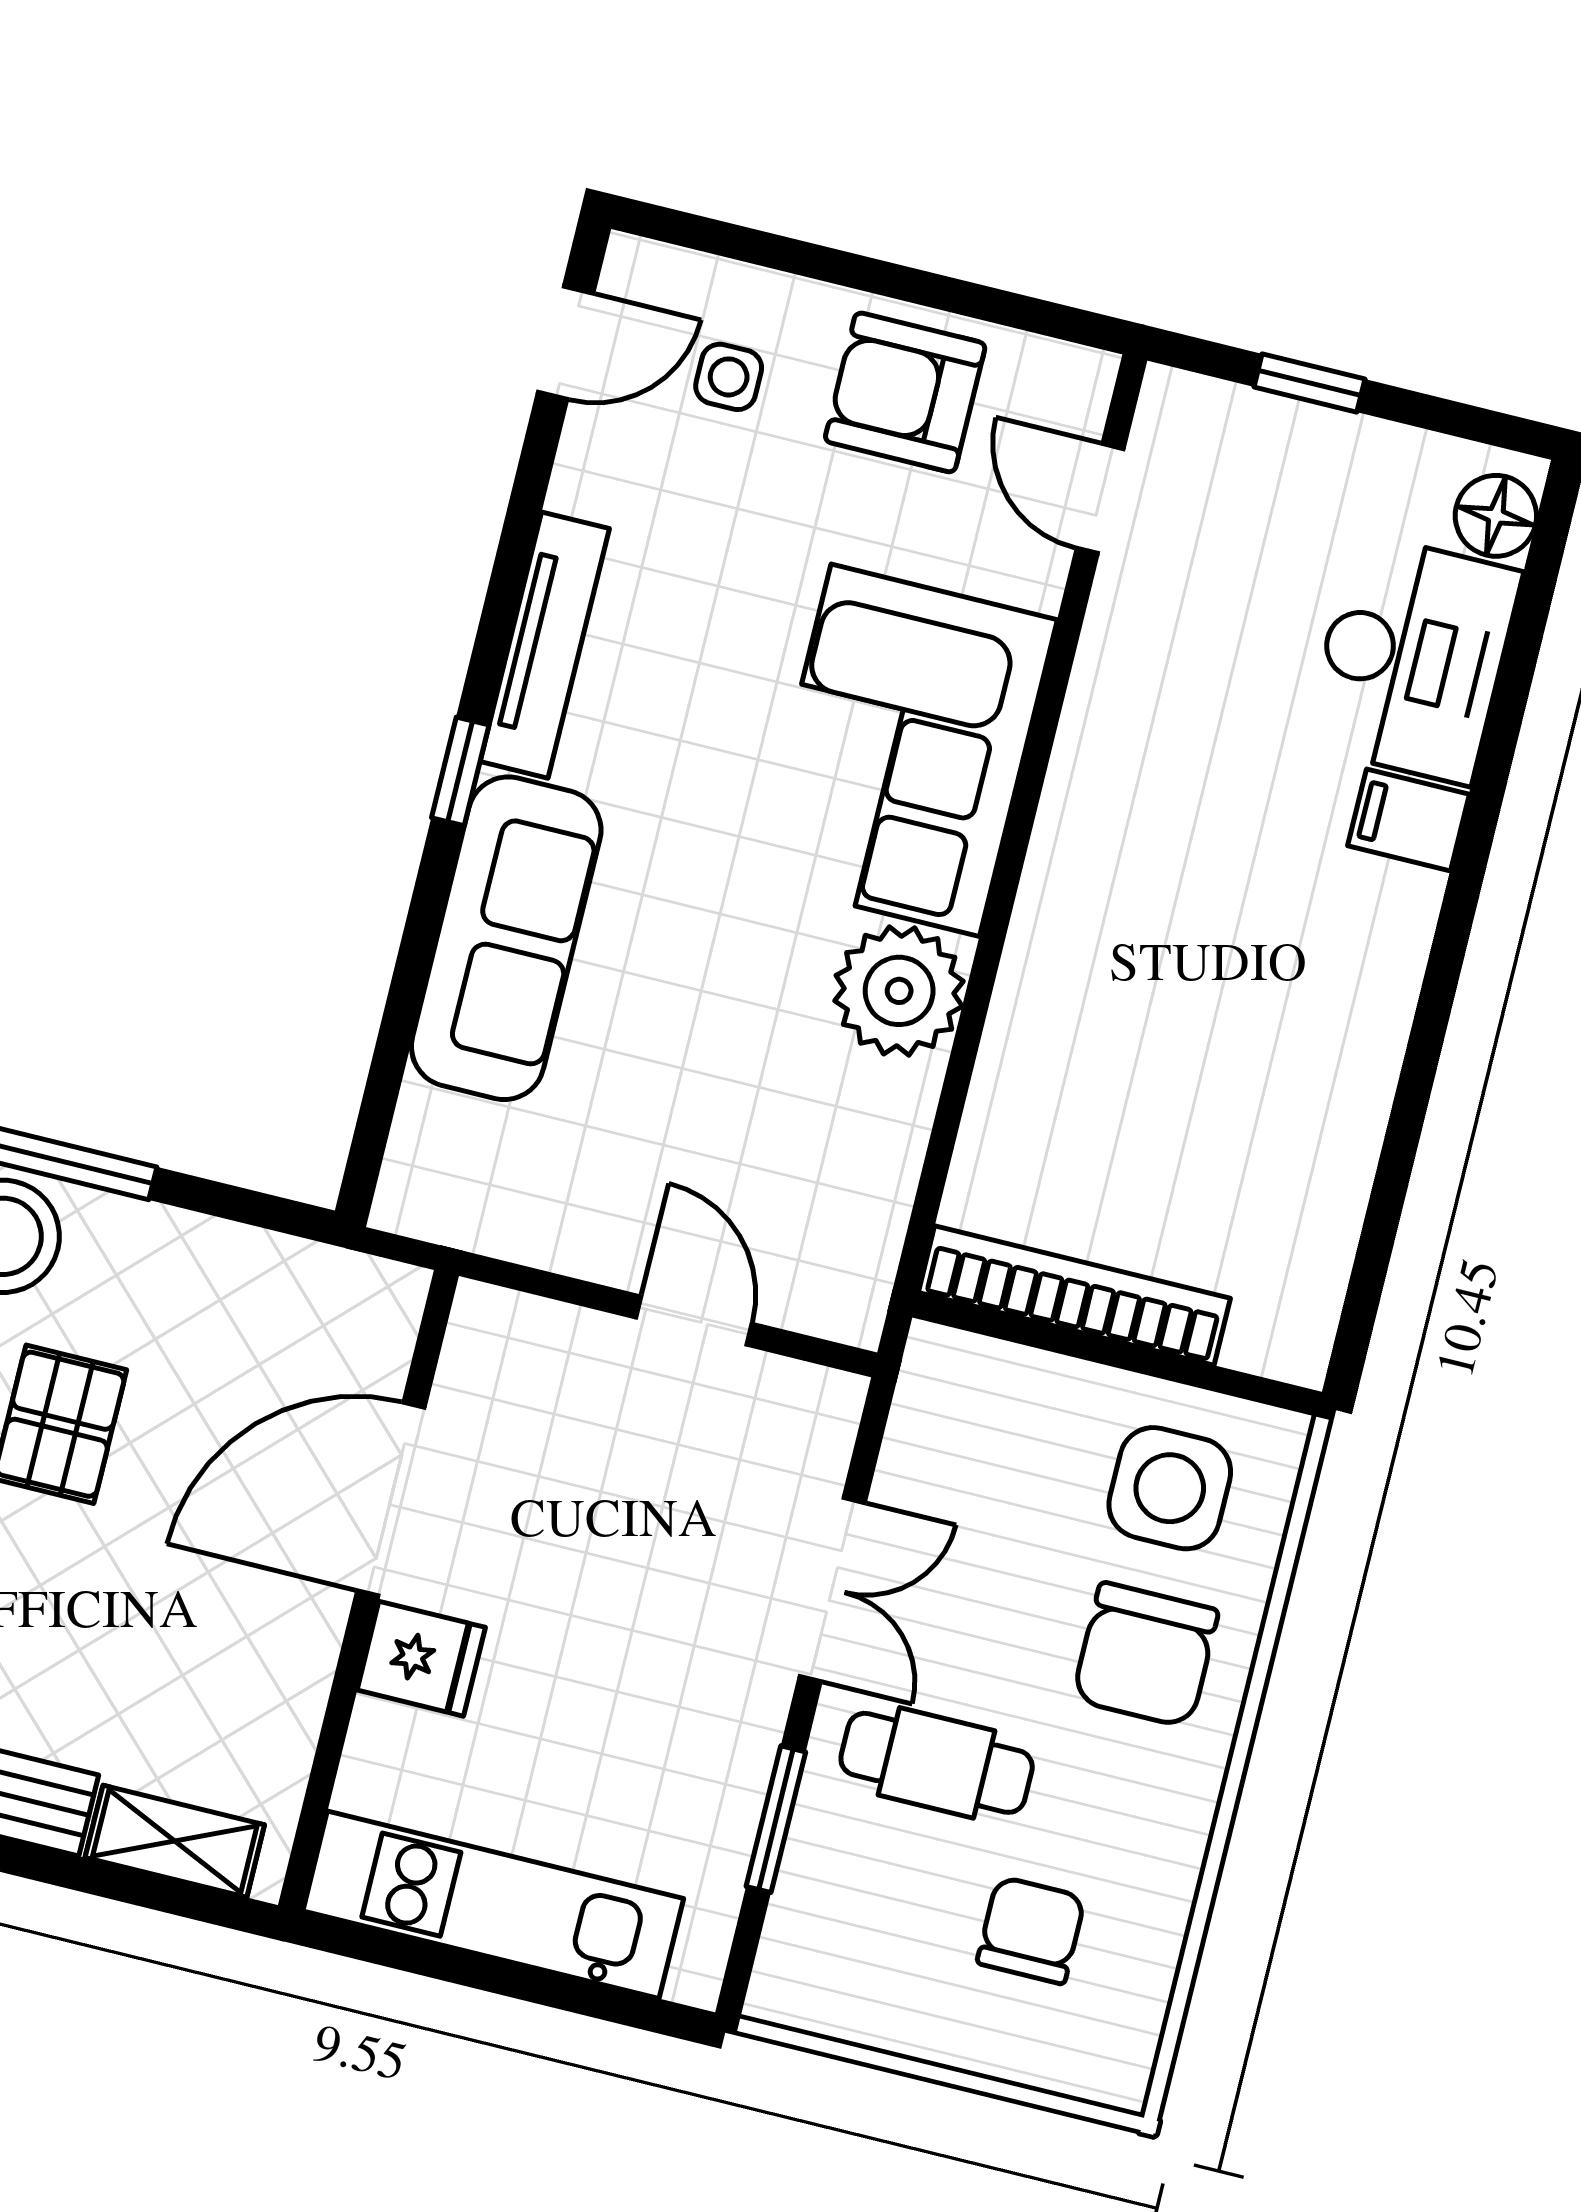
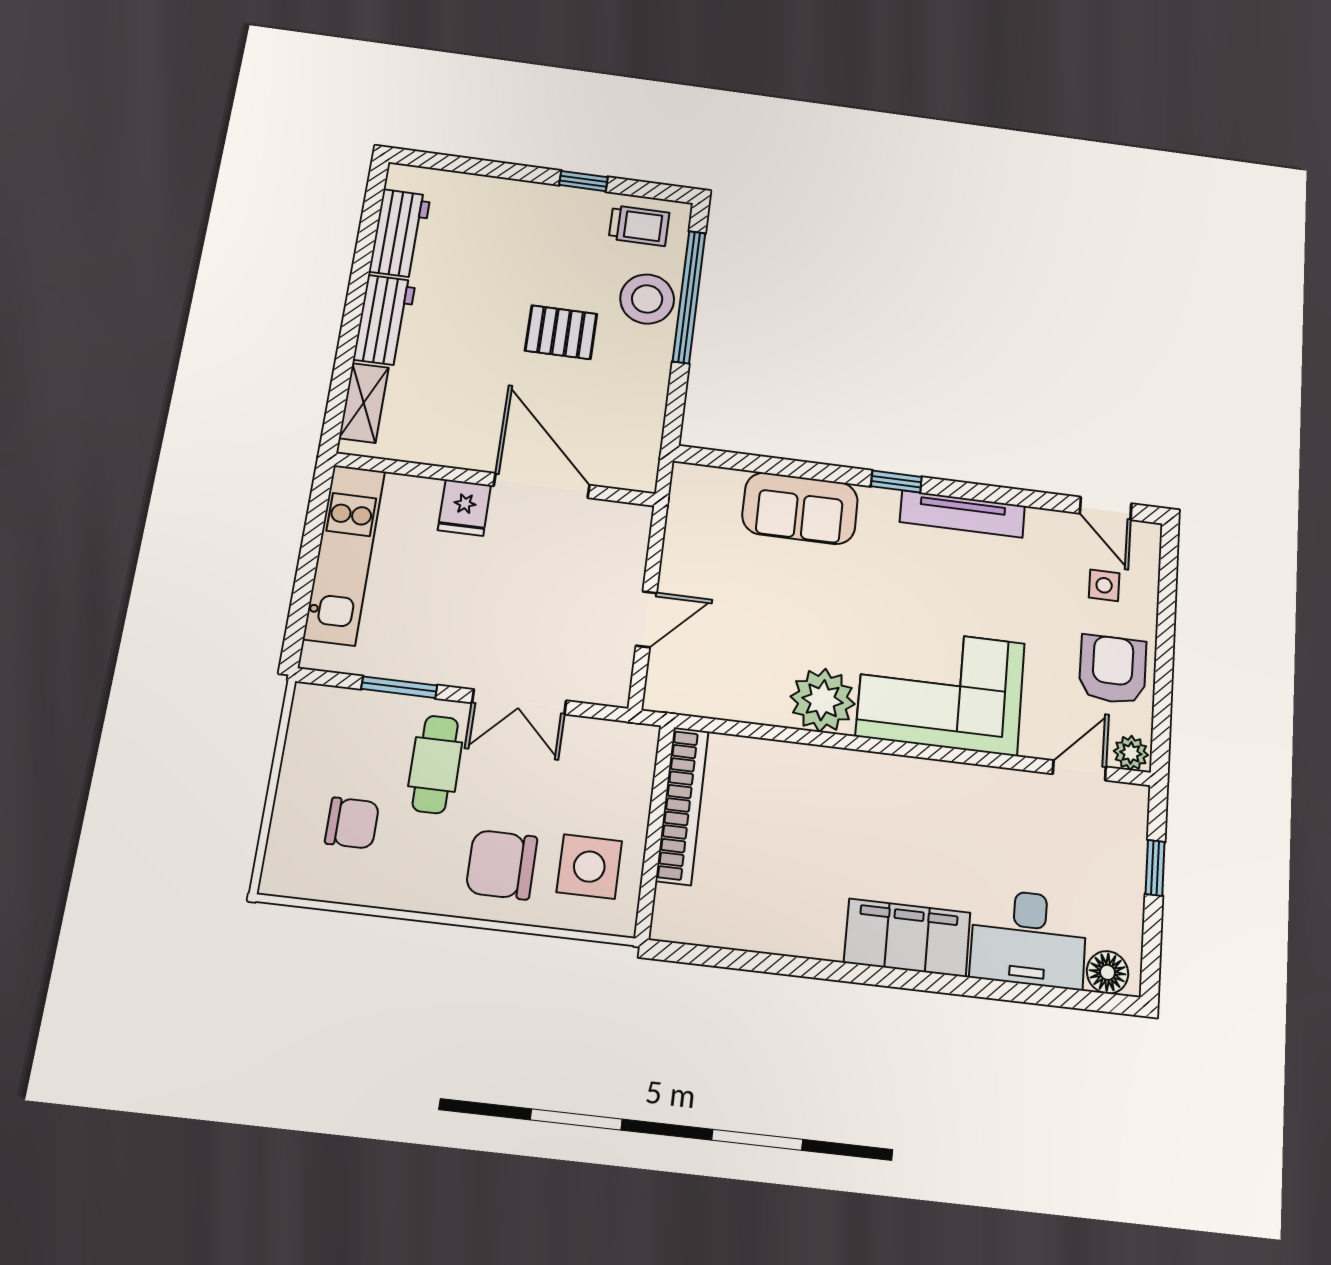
plant: (1078, 388) -> (1131, 753), added
filing cabinet: (1409, 820) -> (907, 938), width x3.00, depth x1.17
sofa: (506, 938) -> (800, 508), width x0.73

